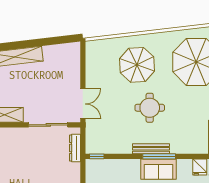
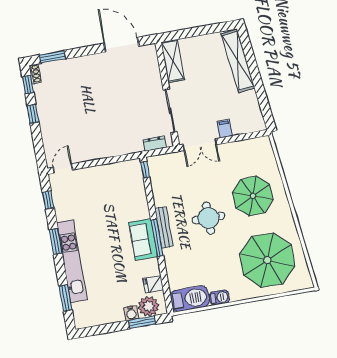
filing cabinet: (73, 79) -> (225, 129), added
dresser: (75, 148) -> (155, 144), width x0.70

